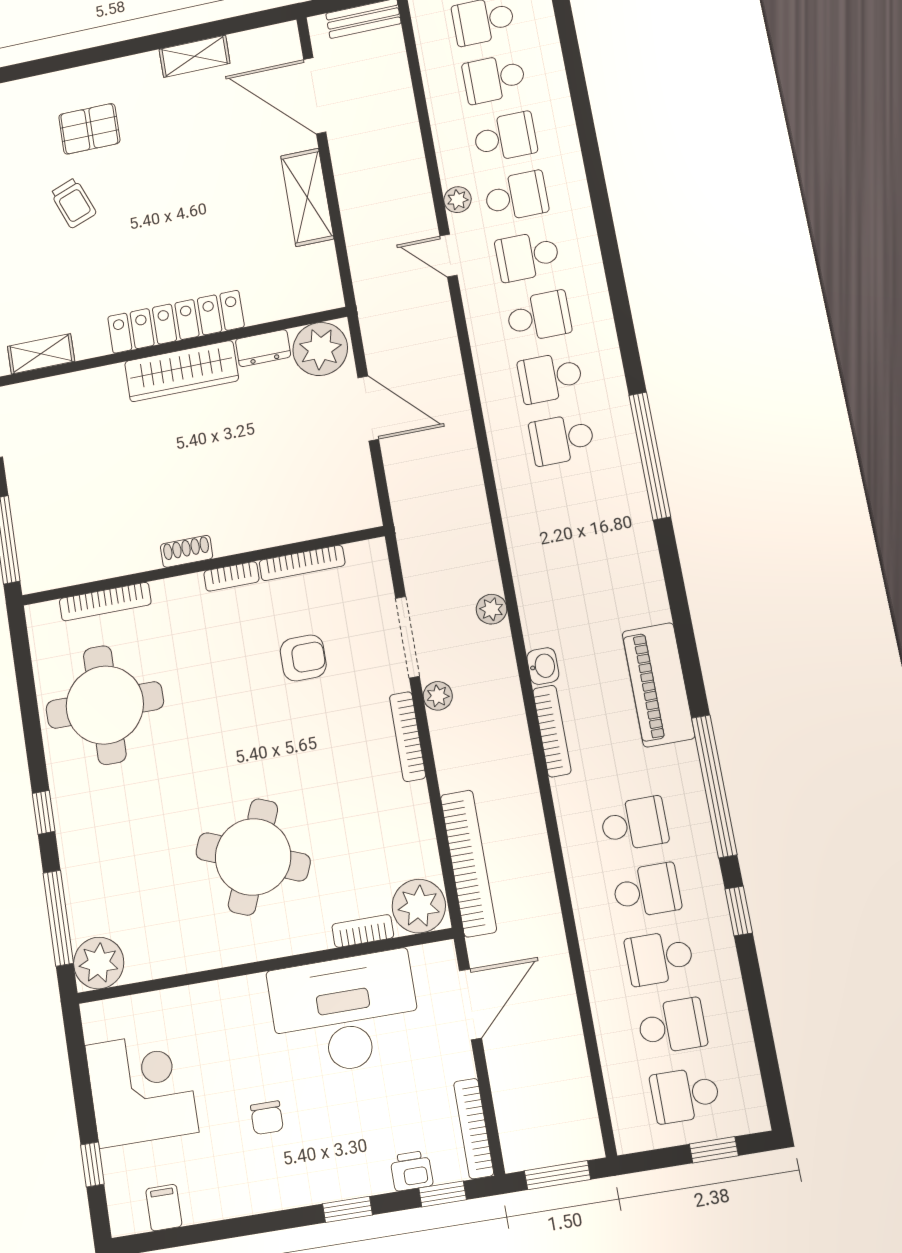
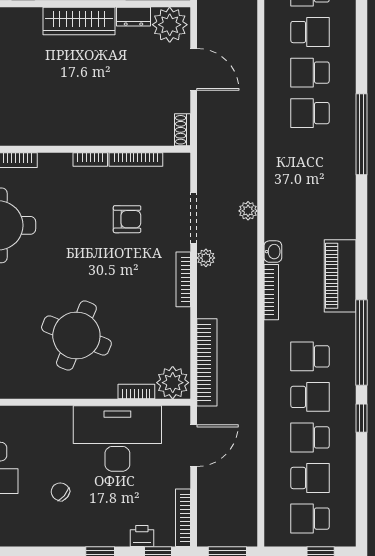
shoe rack: (187, 551) -> (182, 130), moved, turned -90
school desk: (634, 824) -> (310, 356), turned 180
chair: (267, 1118) -> (60, 492), turned 130

